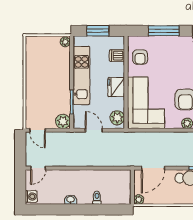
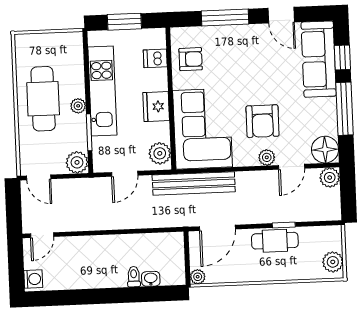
plant: (65, 42) -> (78, 106), moved
armchair: (140, 57) -> (191, 59), turned -90
cafe table: (42, 79) -> (43, 99), added
door: (94, 130) -> (125, 174), swing flipped
bench: (139, 138) -> (194, 183), added
washbasin: (71, 200) -> (151, 279), moved

